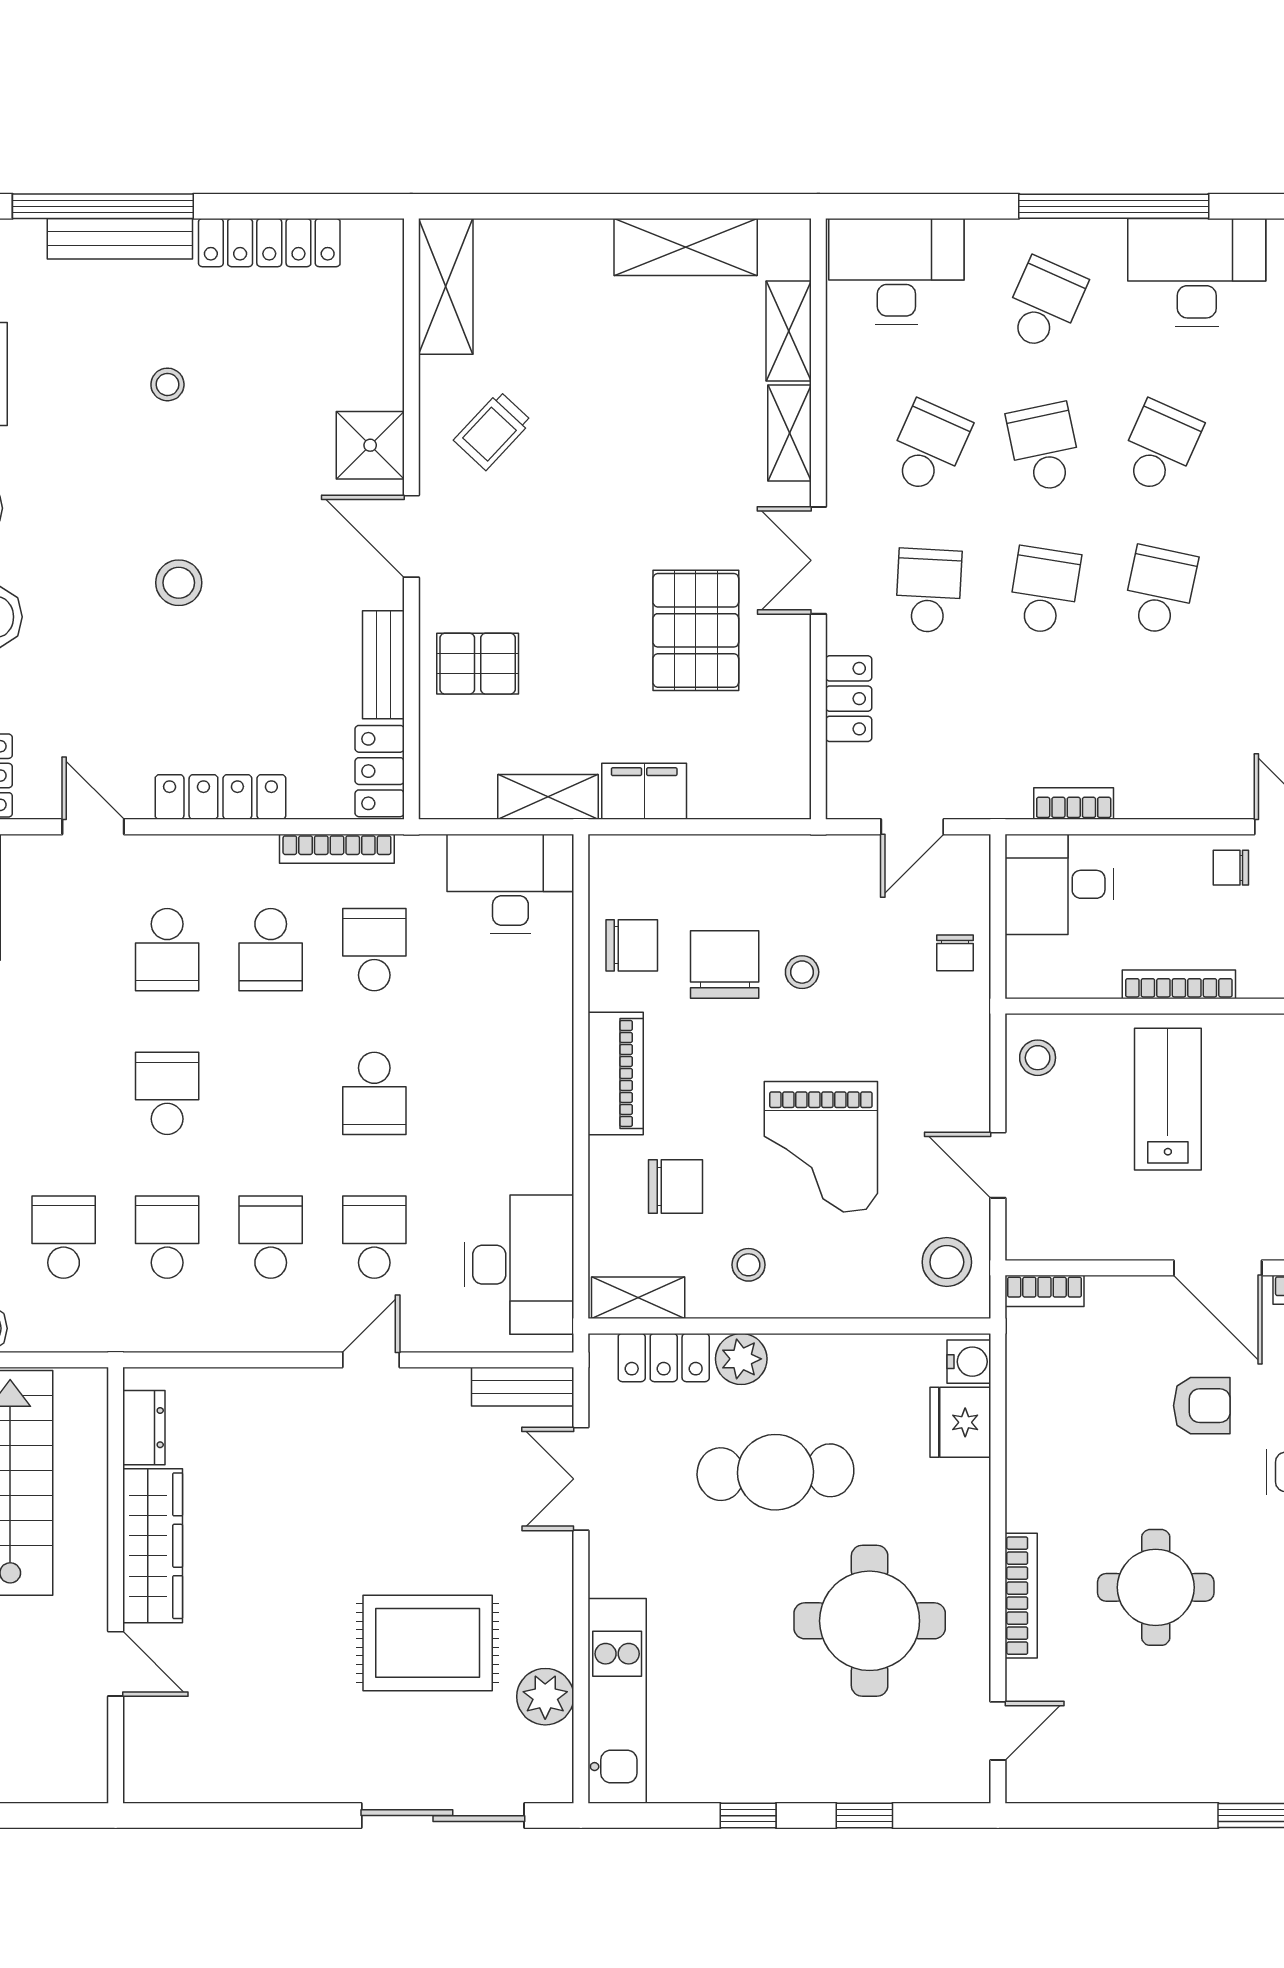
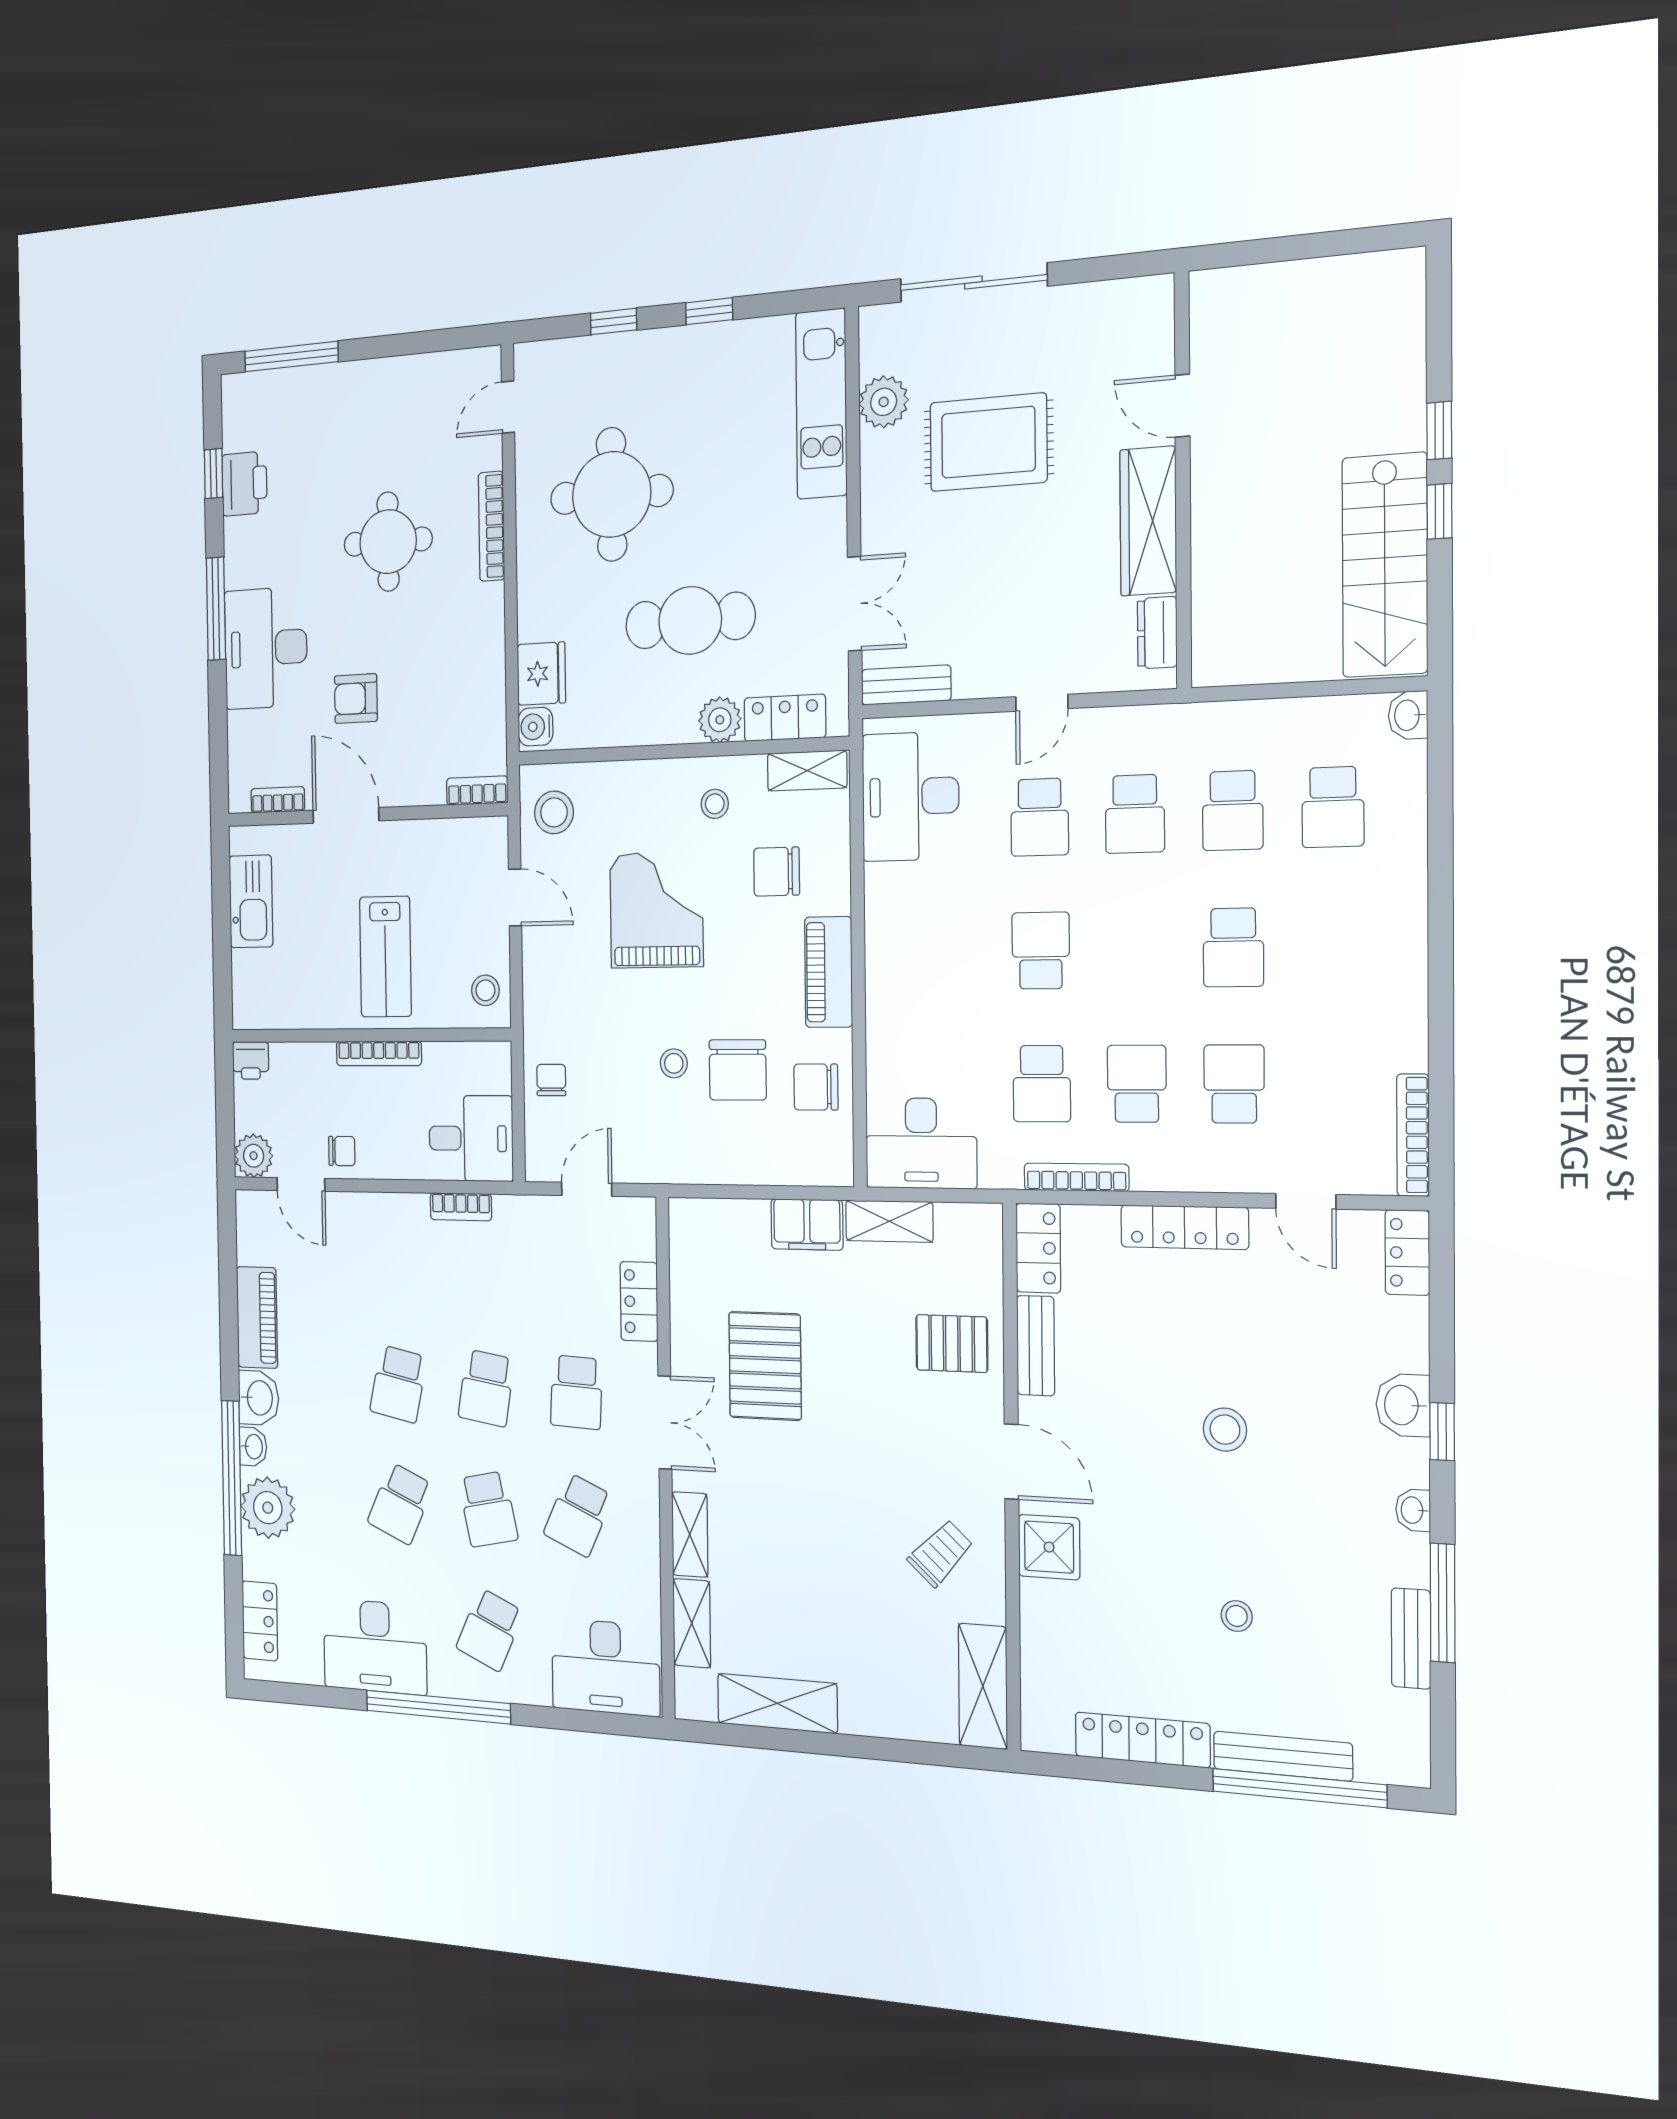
dresser: (144, 1428) -> (1157, 633), moved
wardrobe: (153, 1546) -> (1148, 521), moved
wall: (116, 1585) -> (1183, 481), moved
door: (116, 1664) -> (1182, 406), moved

